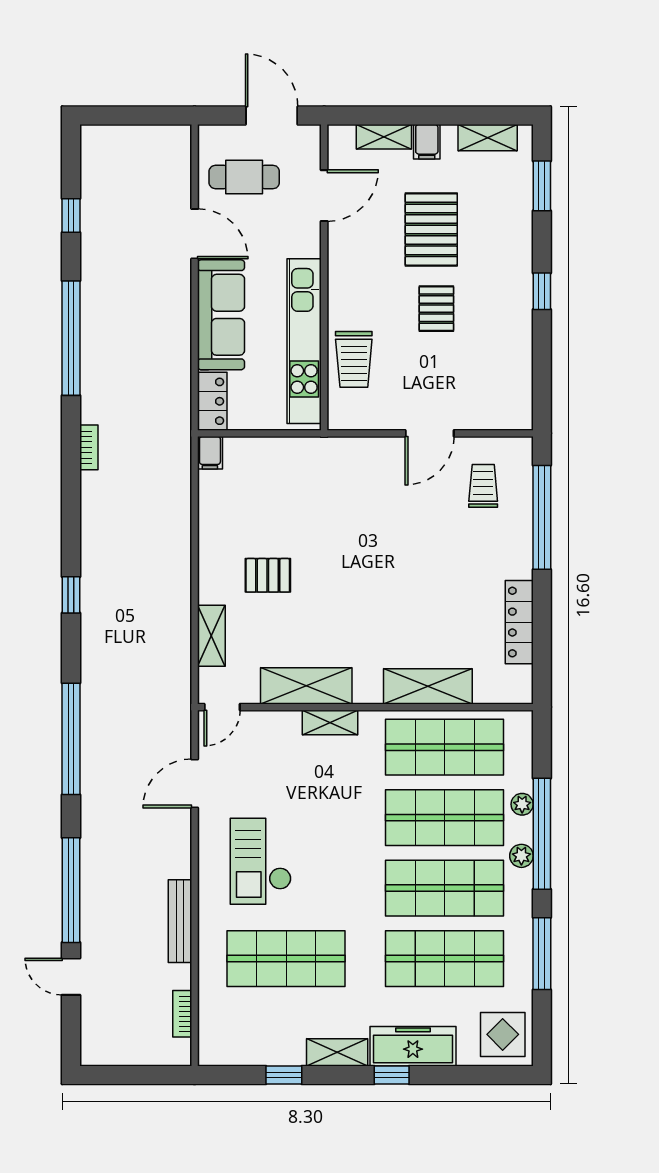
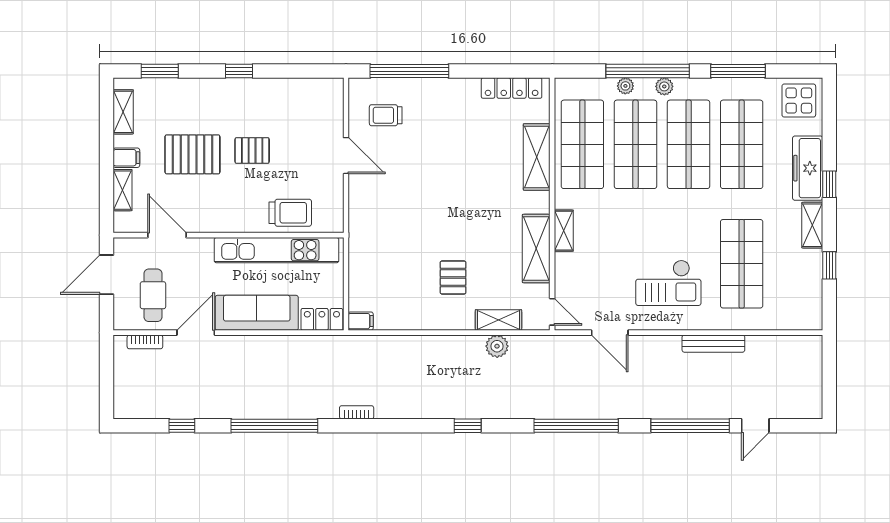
locker: (519, 622) -> (512, 88), moved
plant: (177, 634) -> (497, 346), added
bookcase: (182, 1014) -> (145, 342), moved

